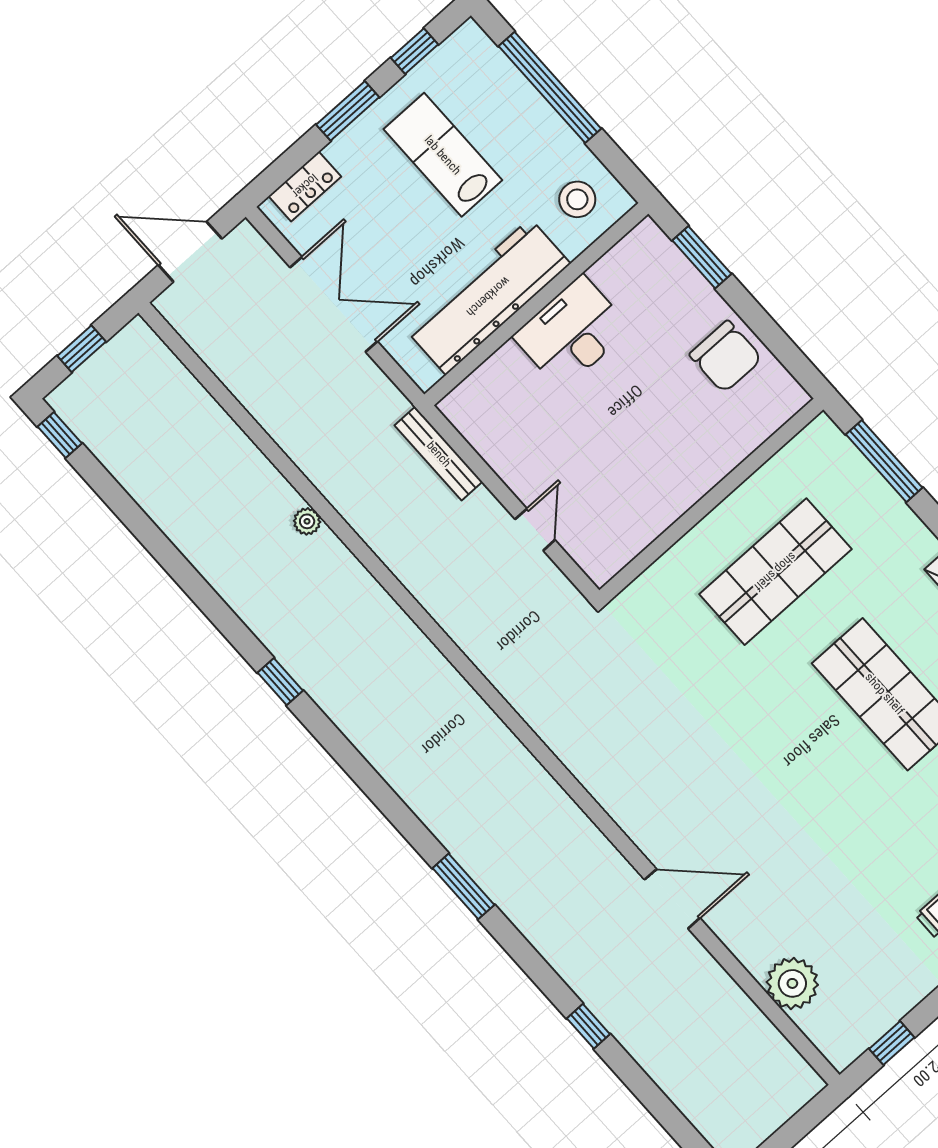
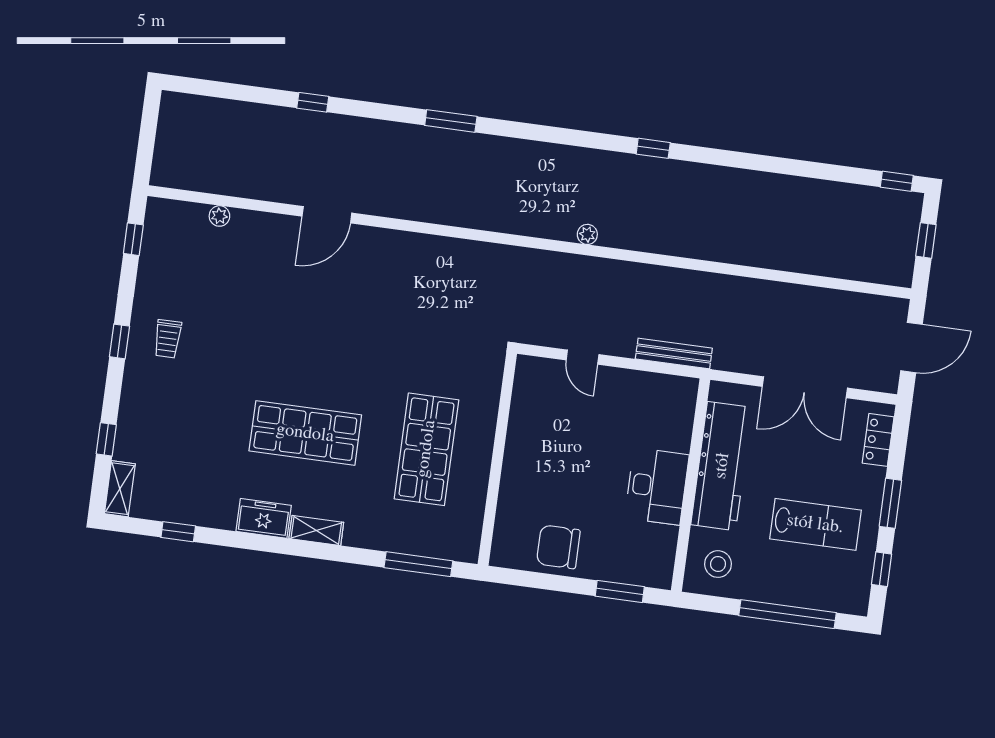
plant: (307, 521) -> (587, 234), moved
plant: (792, 983) -> (219, 216), width x0.53, depth x0.53

